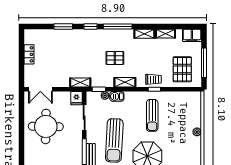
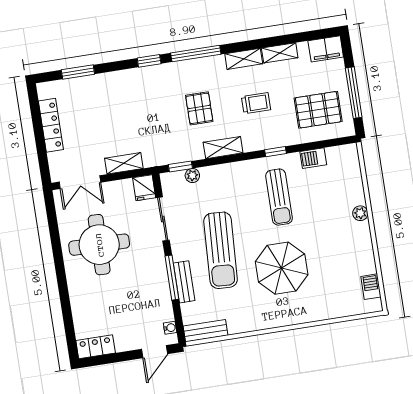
window: (63, 27) -> (78, 72), moved
locker: (29, 54) -> (51, 125), width x1.53
pallet: (115, 58) -> (199, 108), turned 90
pallet: (182, 69) -> (318, 110), turned 90
trolley: (153, 79) -> (256, 103), moved
shelving: (80, 82) -> (124, 163), moved
barbecue: (117, 96) -> (313, 158), moved

